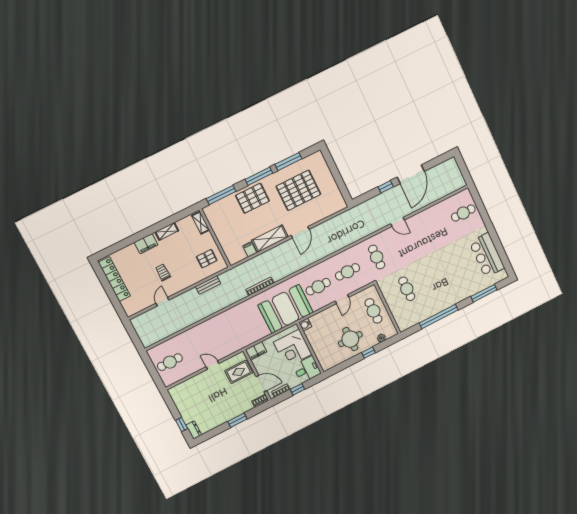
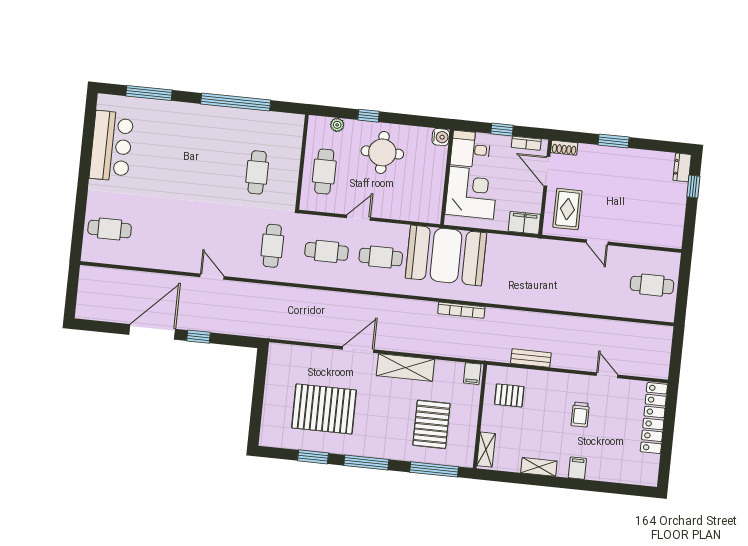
window: (288, 162) -> (313, 457), width x0.69
pallet: (252, 198) -> (431, 424), moved, turned 90
filing cabinet: (146, 244) -> (577, 468), width x0.50
filing cabinet: (250, 249) -> (472, 374), moved
locker: (114, 279) -> (654, 418), moved
door: (162, 302) -> (607, 375), swing flipped
water cooler: (305, 325) -> (441, 137), moved
rug: (239, 372) -> (567, 209), turned 90

